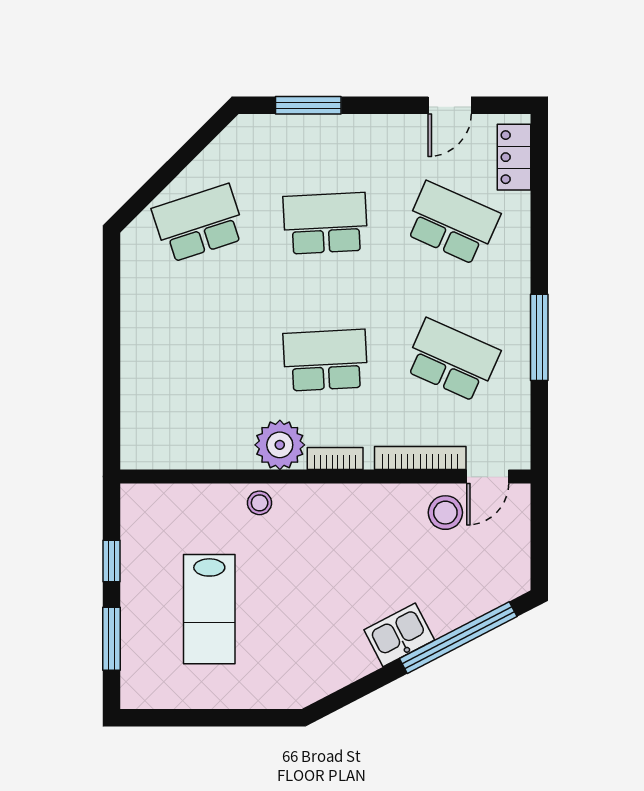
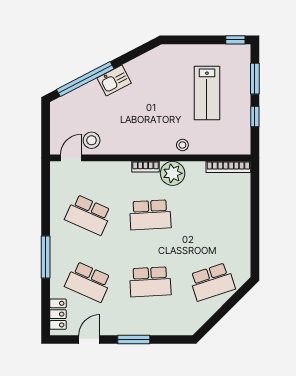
window: (308, 105) -> (134, 340), moved
window: (539, 337) -> (46, 257), moved
bookcase: (420, 458) -> (228, 167), moved
lab bench: (209, 609) -> (207, 93), turned 180
window: (151, 718) -> (235, 40), added

